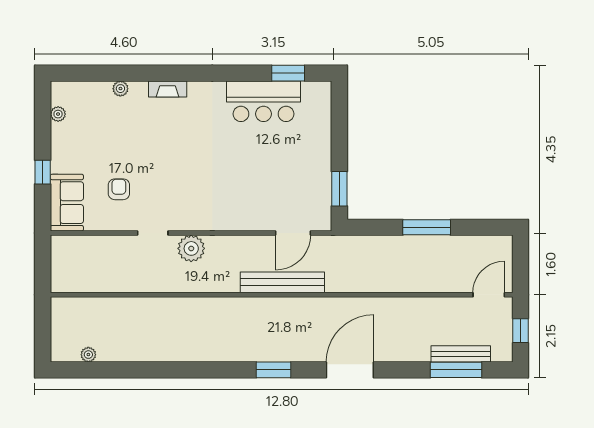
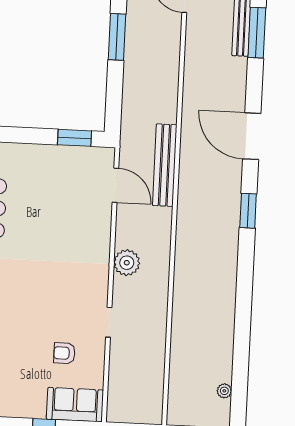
window: (427, 227) -> (117, 37), moved
plant: (191, 248) -> (127, 263), moved
bench: (282, 282) -> (165, 165), moved

